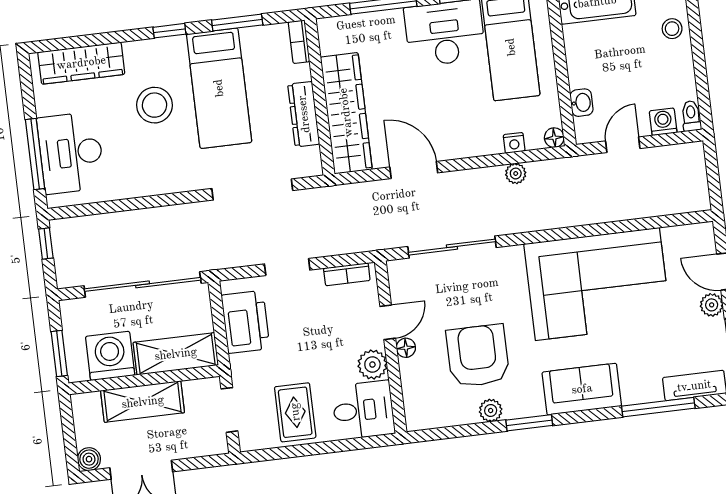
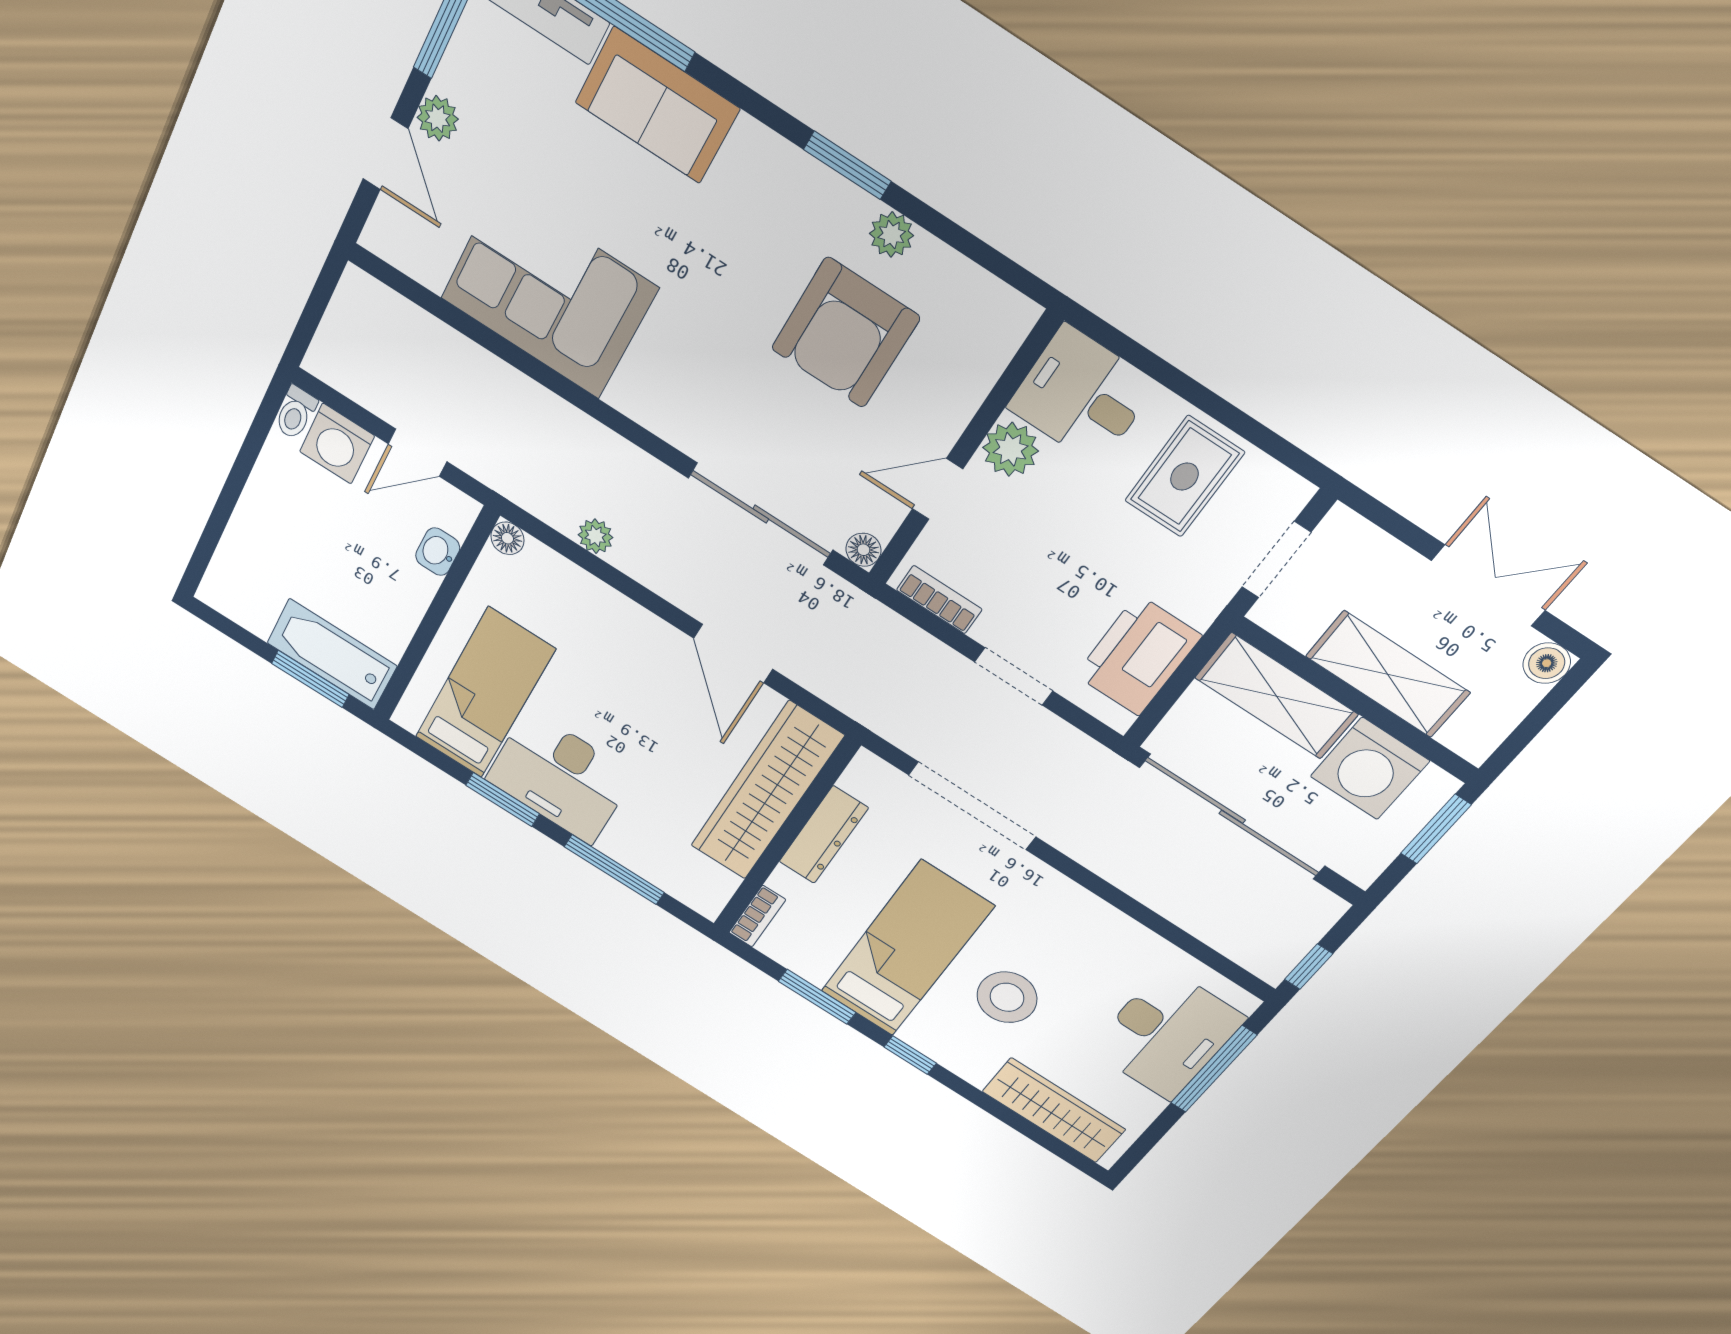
stool: (672, 29) -> (251, 544), removed
washing machine: (663, 122) -> (337, 444), width x1.38, depth x1.38
nightstand: (514, 143) -> (568, 576), removed
corner sofa: (597, 284) -> (549, 293), width x0.73, depth x0.74
floor lamp: (406, 348) -> (863, 550), moved
sofa: (582, 389) -> (657, 106), moved

